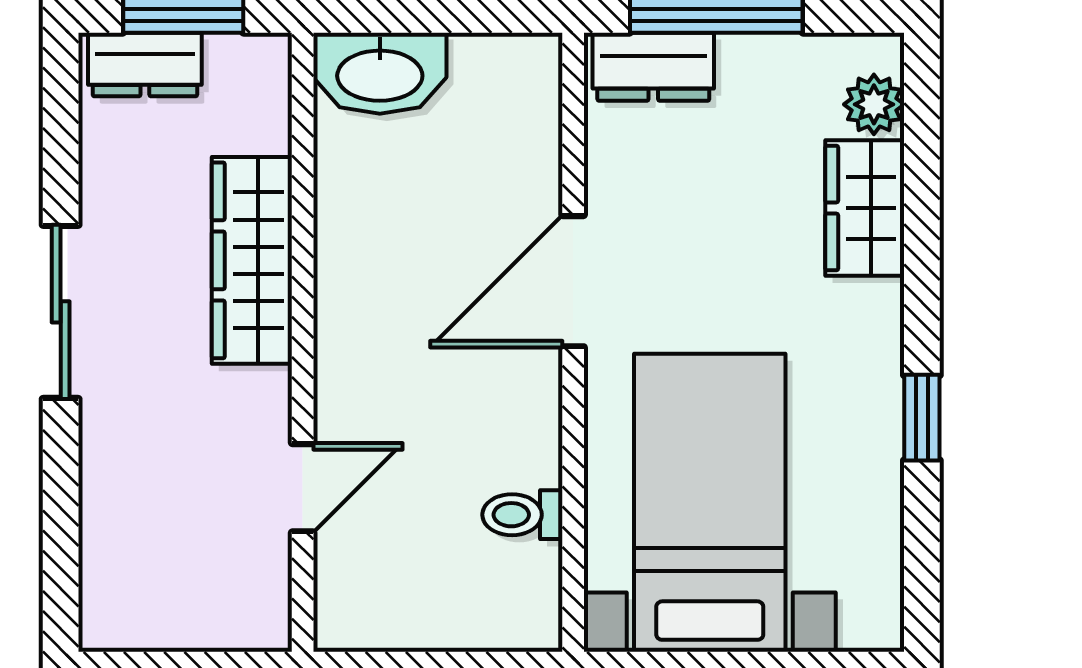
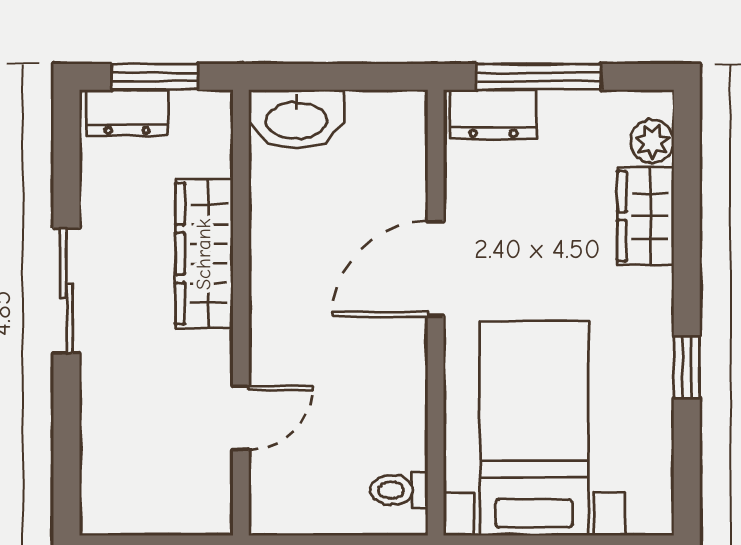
toilet: (522, 515) -> (399, 490), moved

